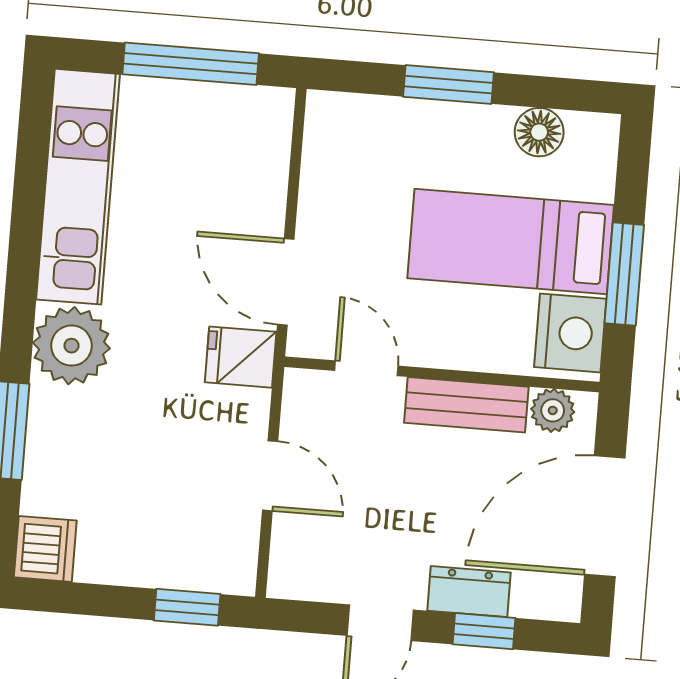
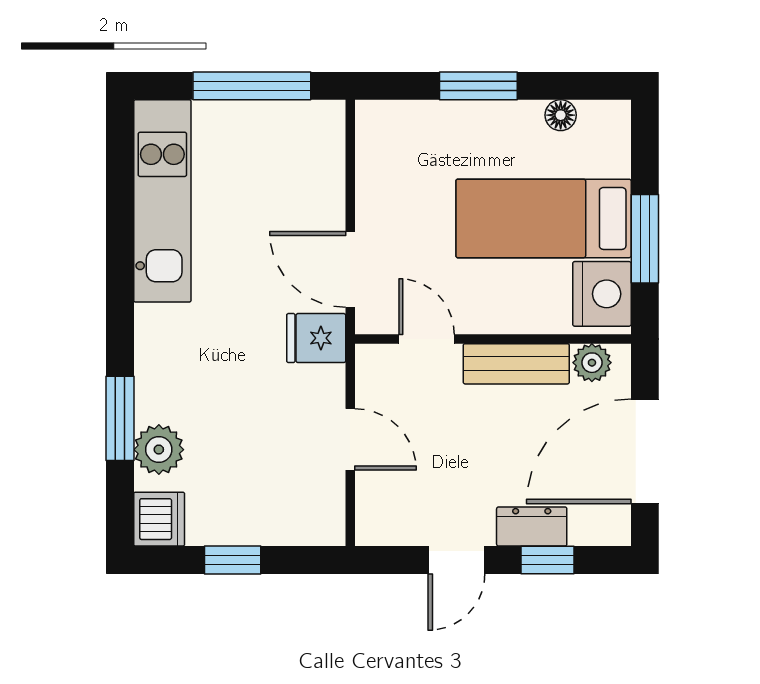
floor lamp: (539, 132) -> (561, 115), width x0.73, depth x0.73
plant: (71, 346) -> (159, 450), moved, width x0.73, depth x0.73
window: (187, 607) -> (233, 560), moved

